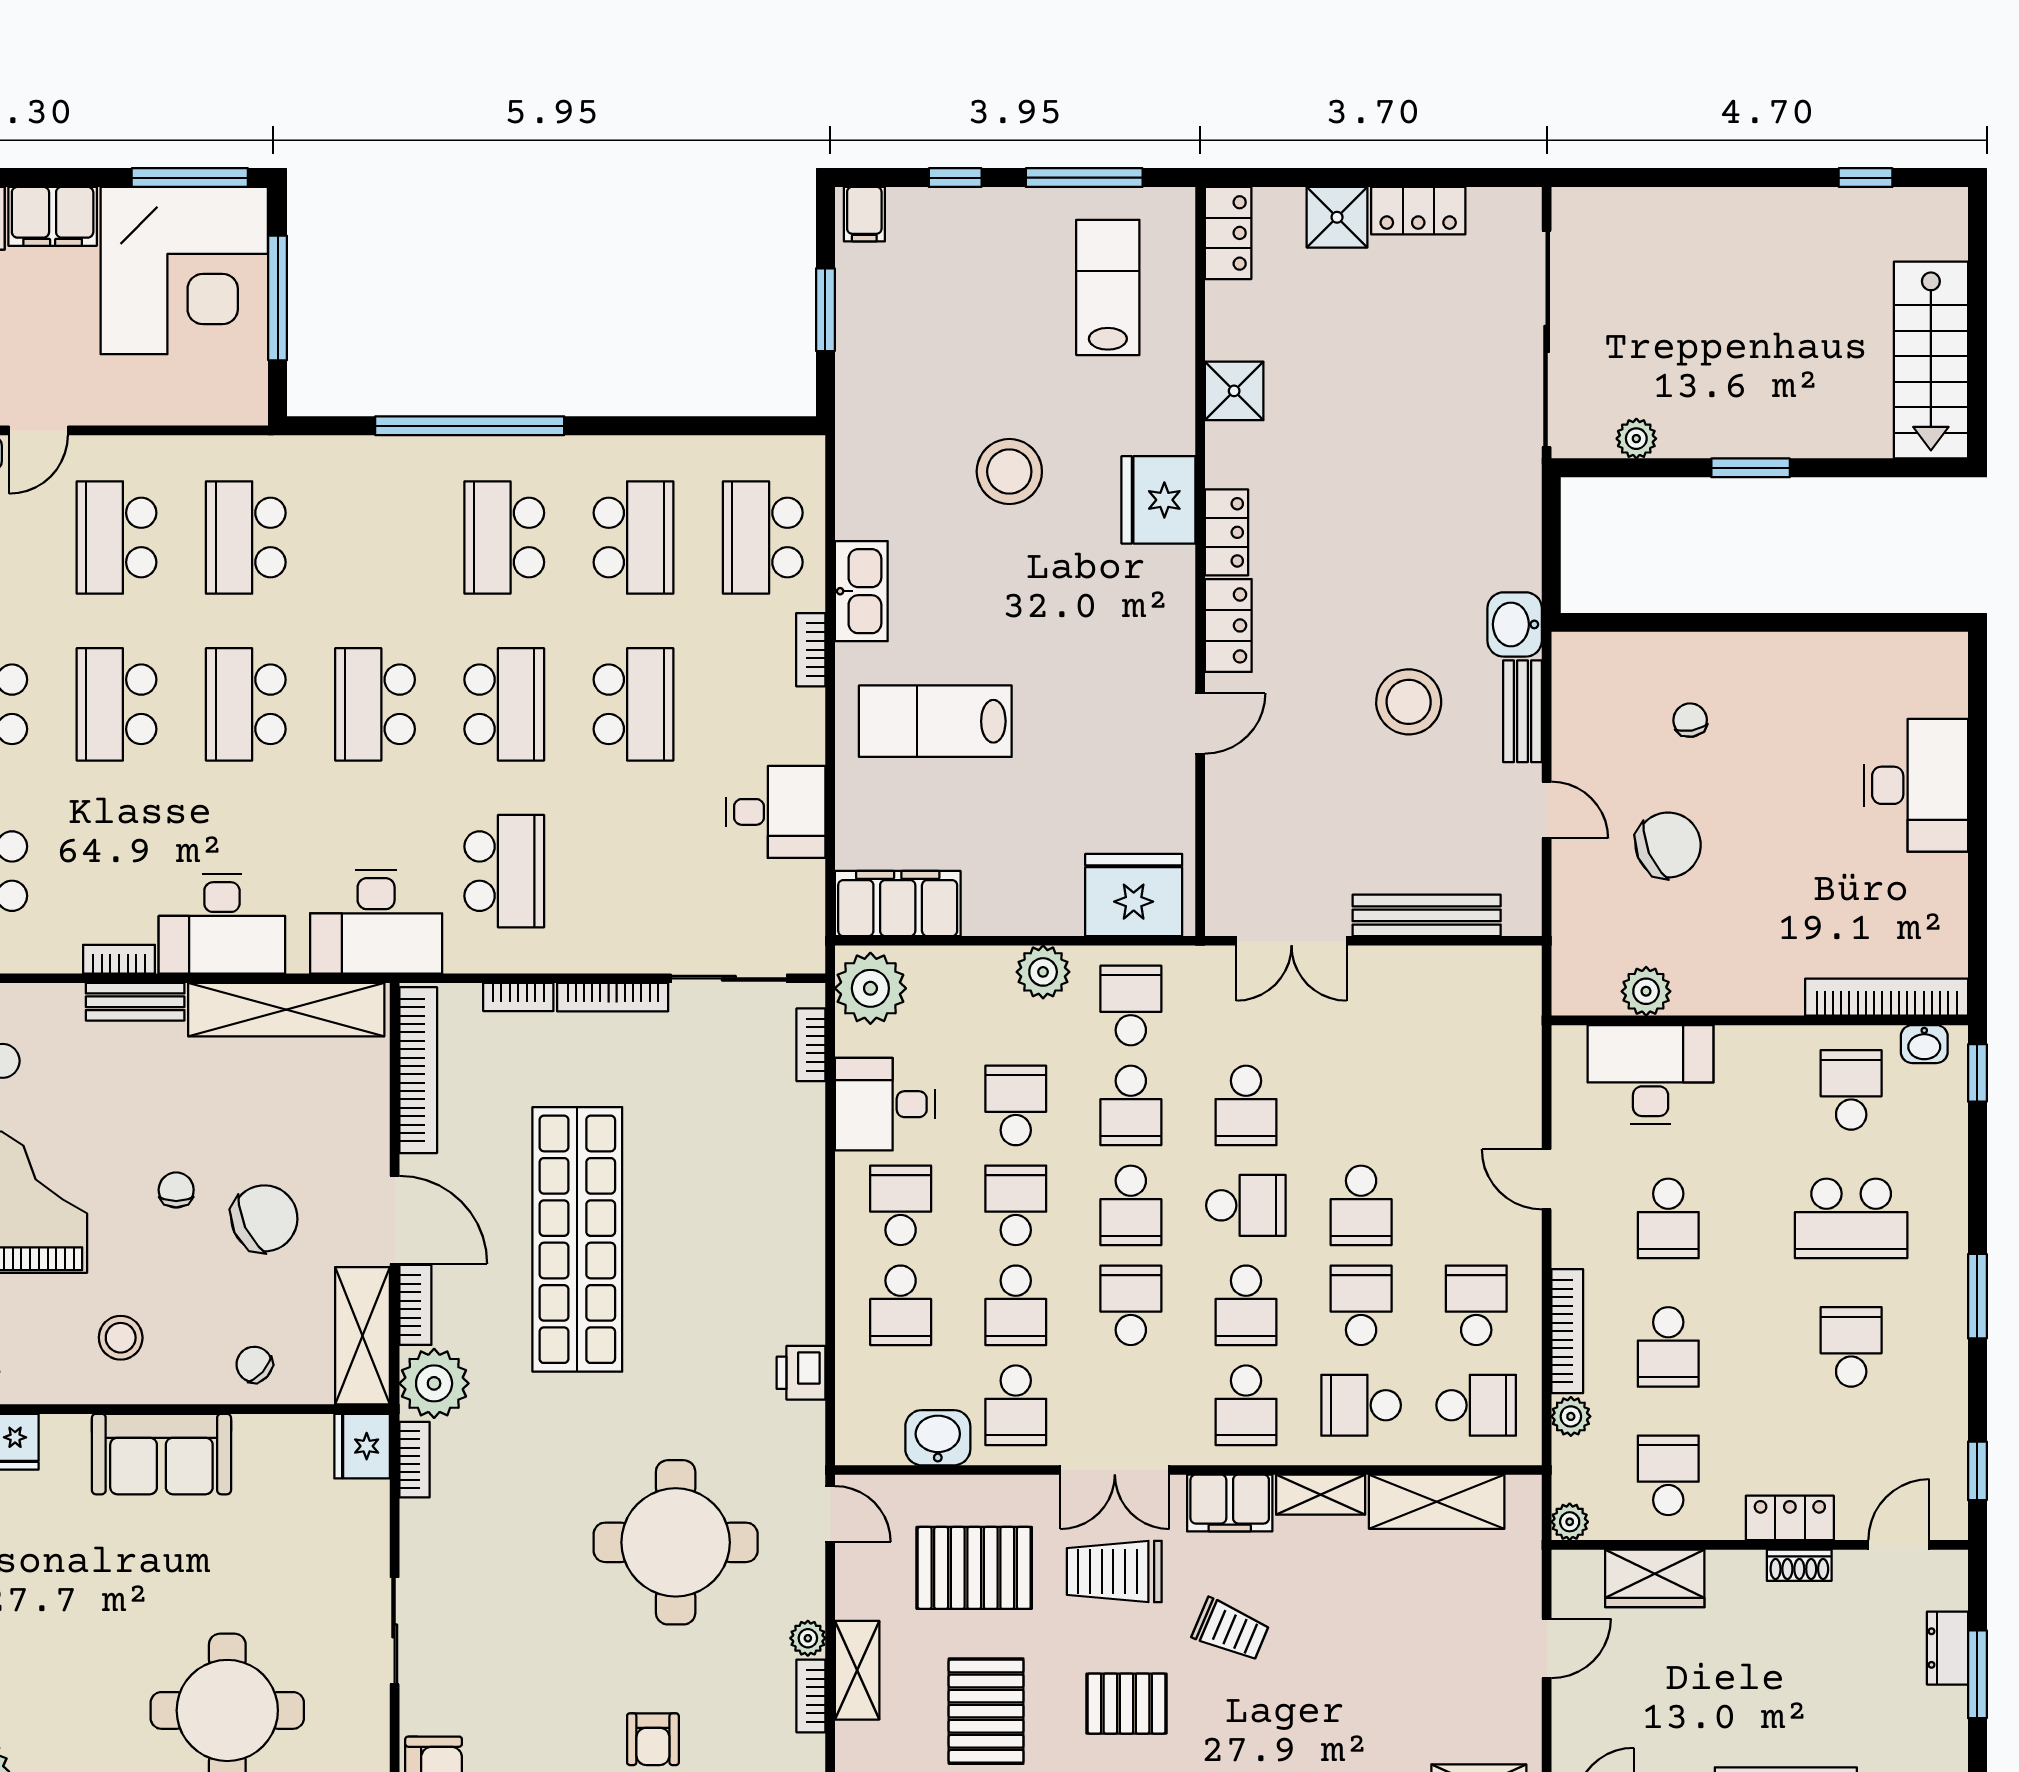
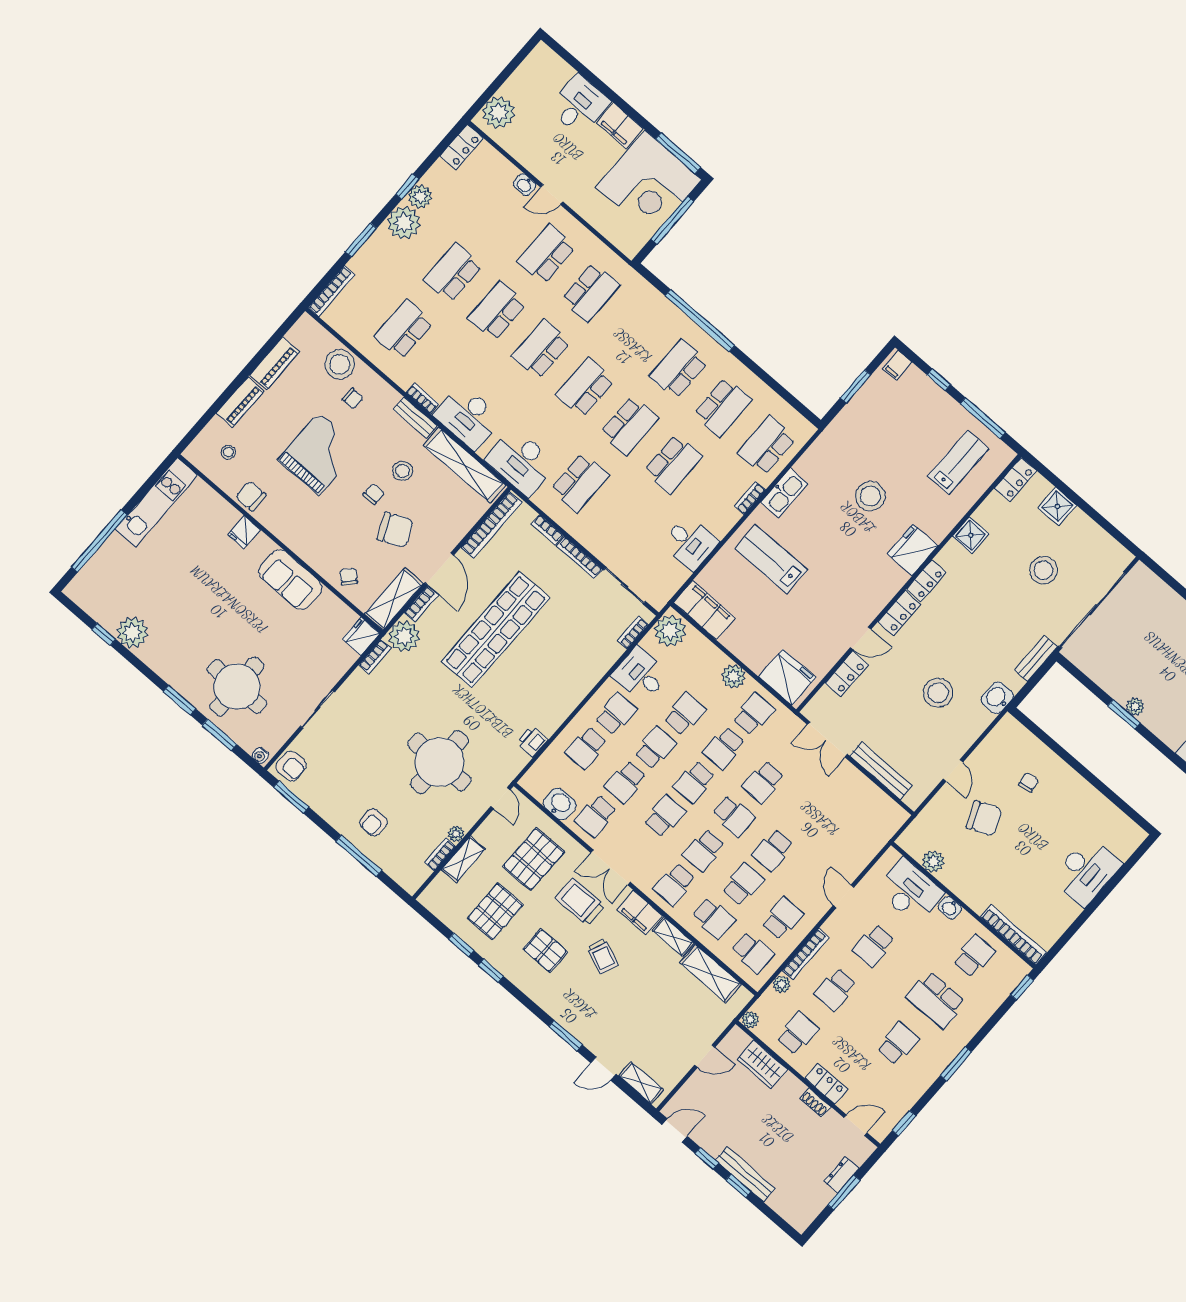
locker: (1418, 211) -> (847, 674), moved, turned -90
stool: (1407, 344) -> (1044, 570), added
plant: (1636, 439) -> (1135, 707), moved
school desk: (246, 538) -> (591, 292), turned 180
bench: (1523, 711) -> (1036, 659), moved
washbasin: (1924, 1044) -> (950, 908), moved
stool: (121, 1338) -> (403, 471), moved
school desk: (1361, 1405) -> (714, 918), turned 180
pallet: (974, 1568) -> (534, 859), turned 90

